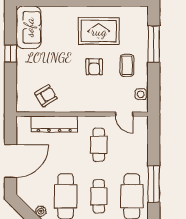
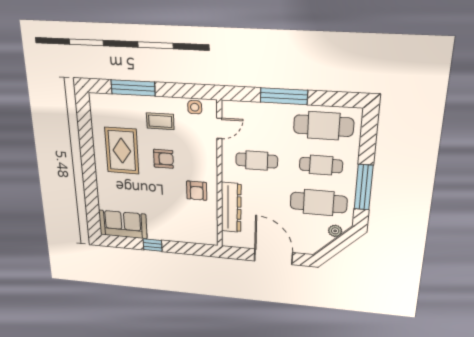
armchair: (46, 96) -> (197, 191), moved, turned -149
window: (154, 184) -> (284, 96), moved

